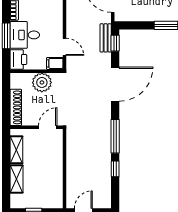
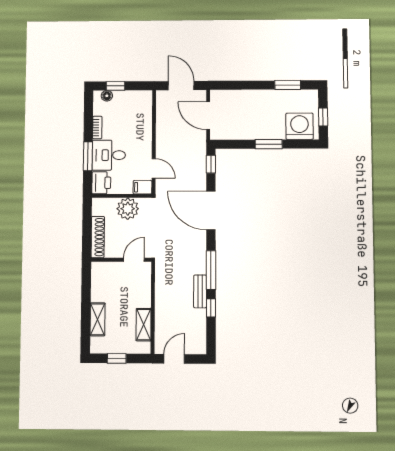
bench: (106, 38) -> (200, 291), moved
door: (115, 84) -> (211, 211), swing flipped
shelving: (16, 150) -> (144, 325), moved

